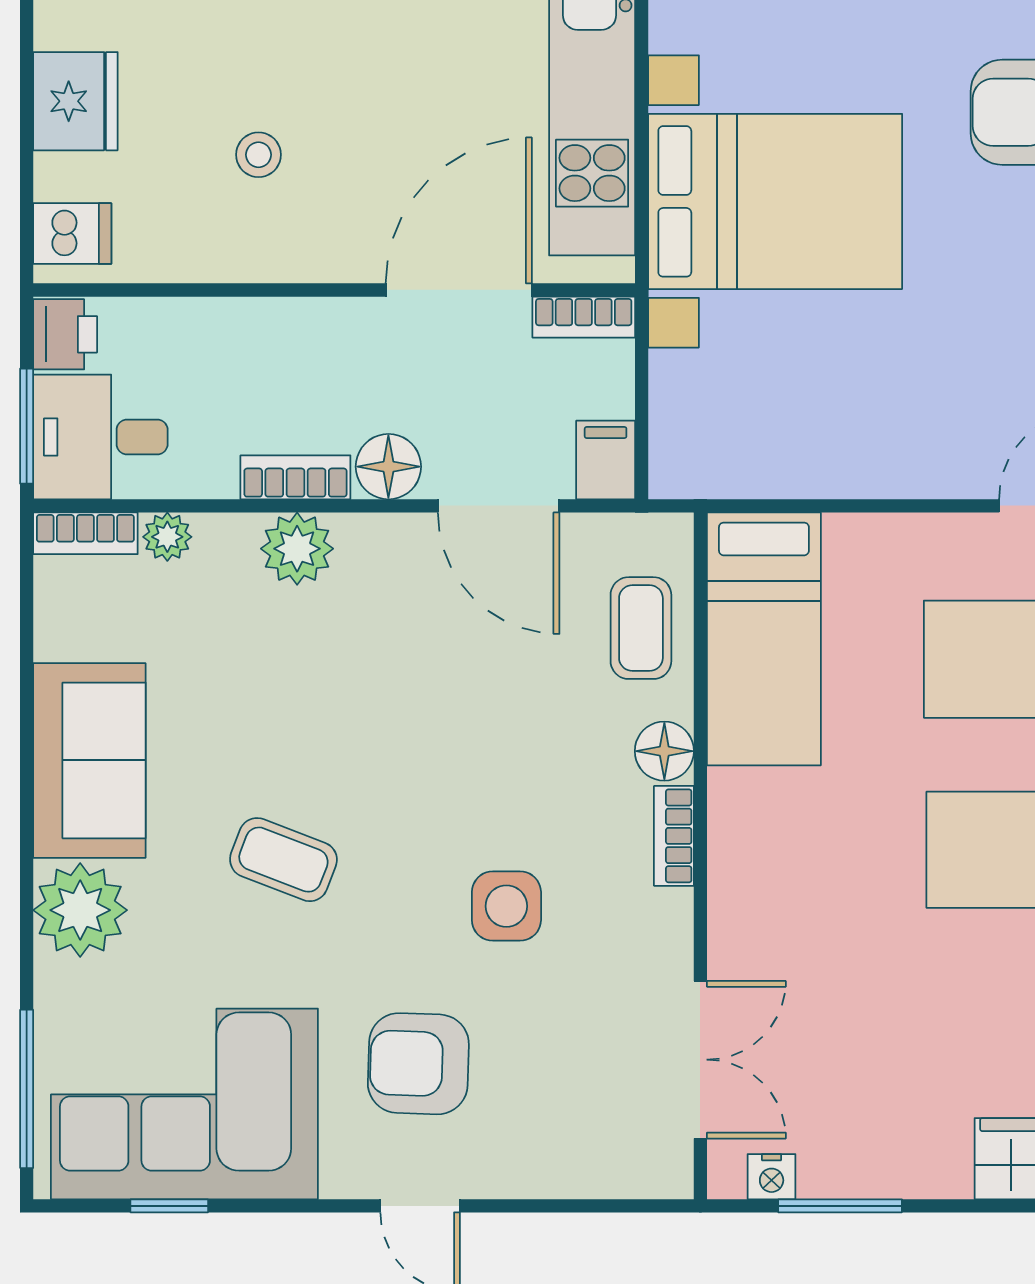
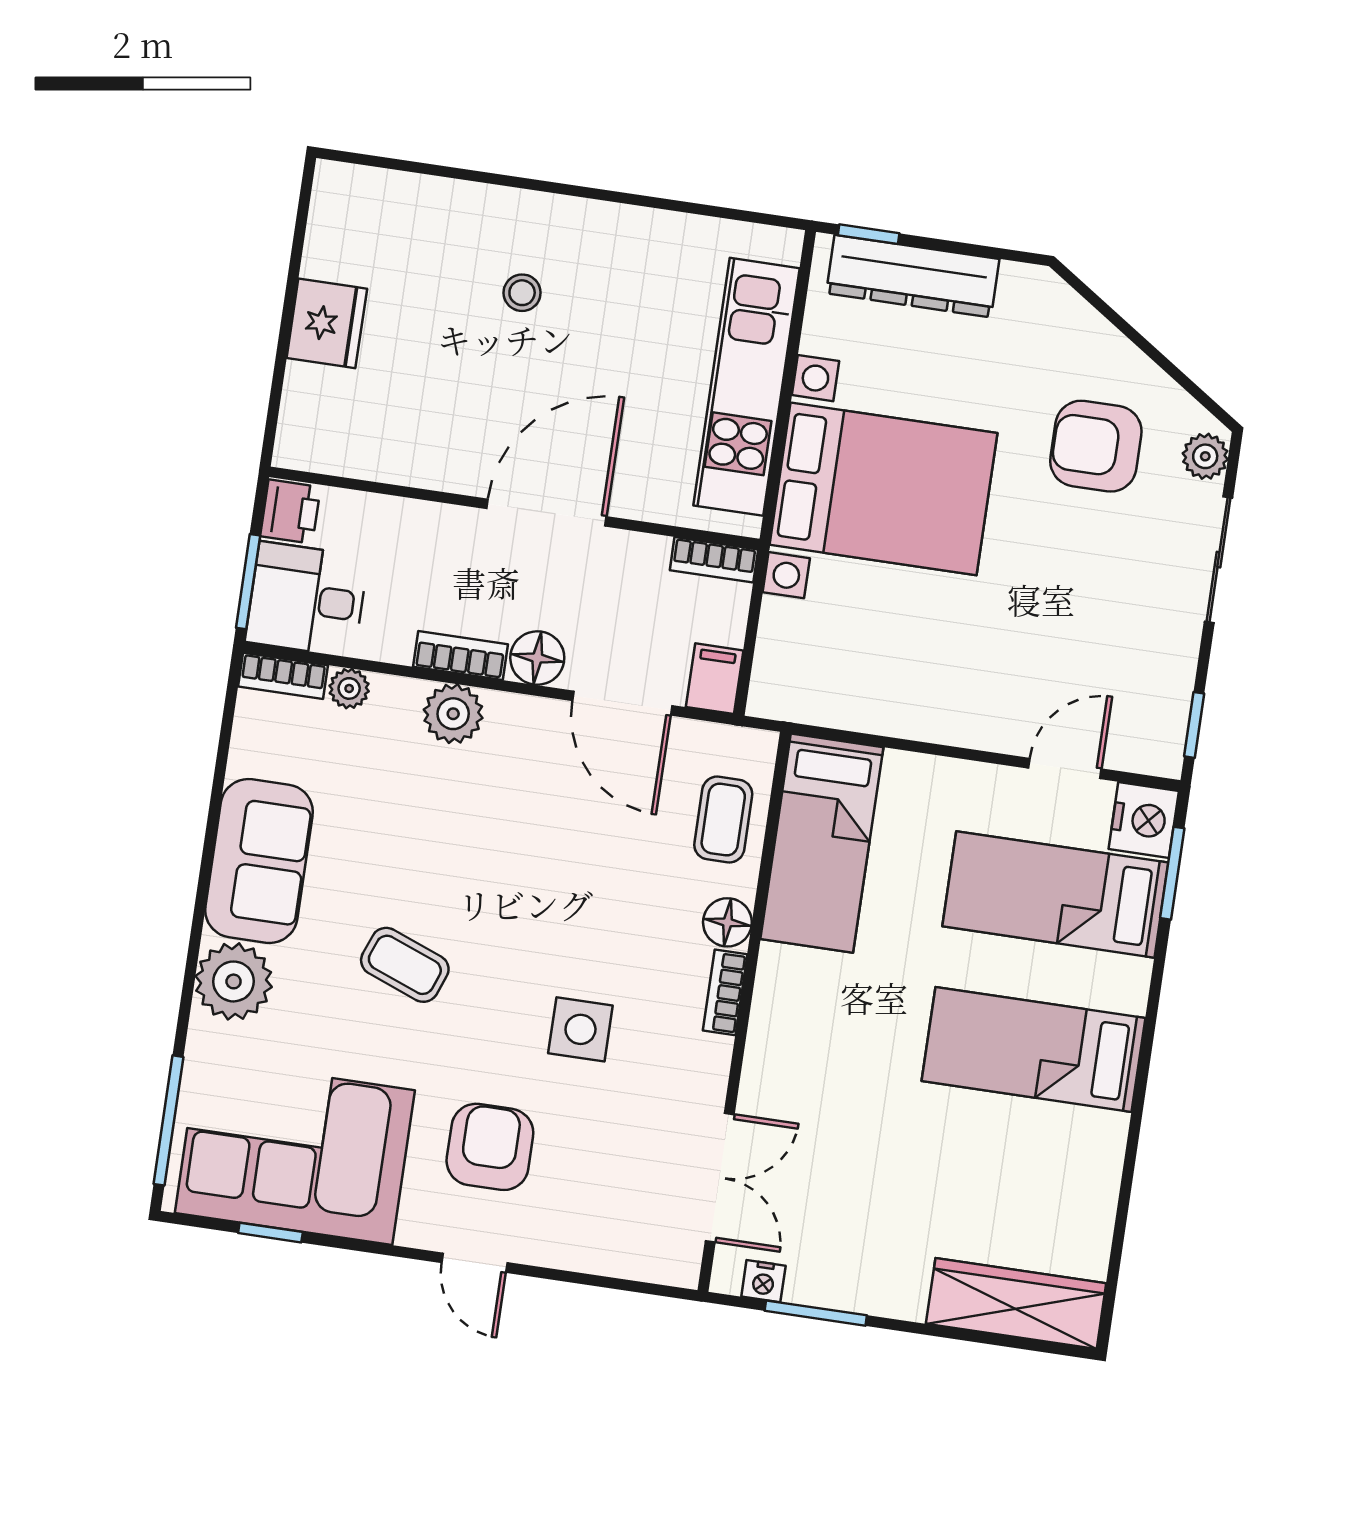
stool: (258, 155) -> (522, 293), moved
dishwasher: (72, 234) -> (308, 431), removed
door: (459, 290) -> (547, 513), moved
armchair: (418, 1064) -> (490, 1147), turned 88

